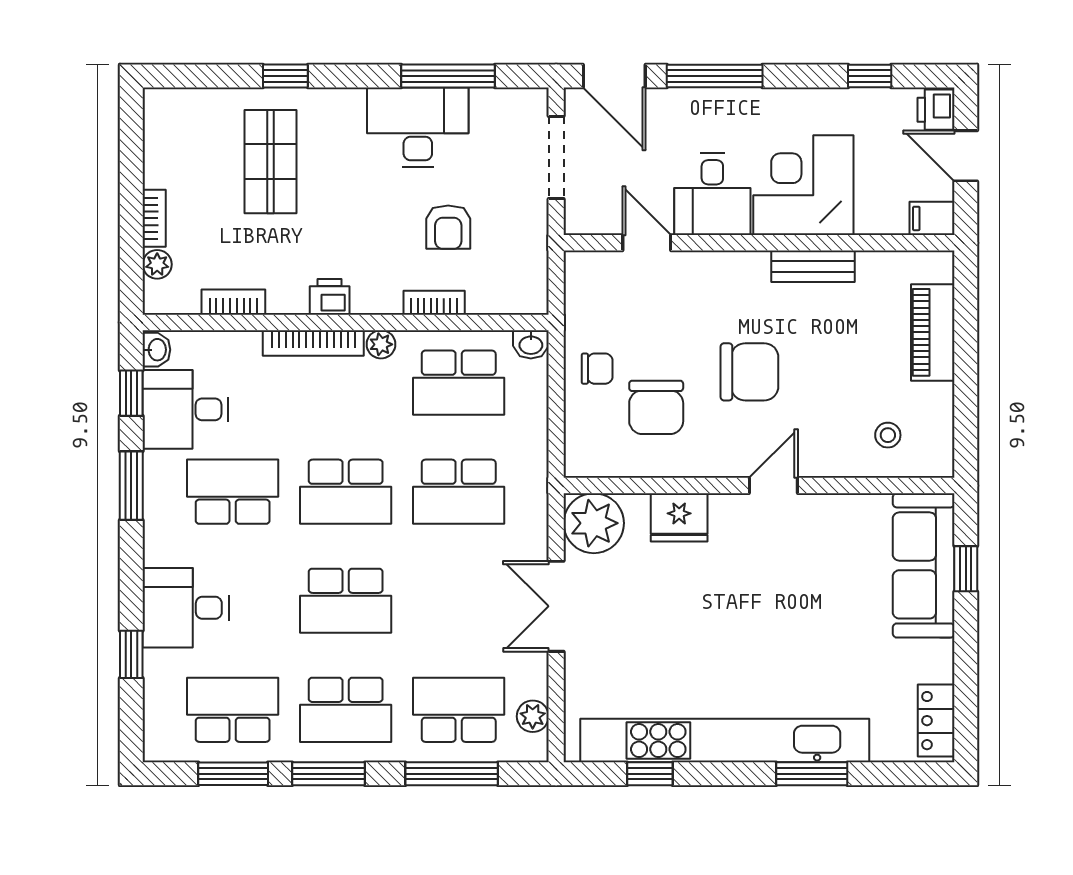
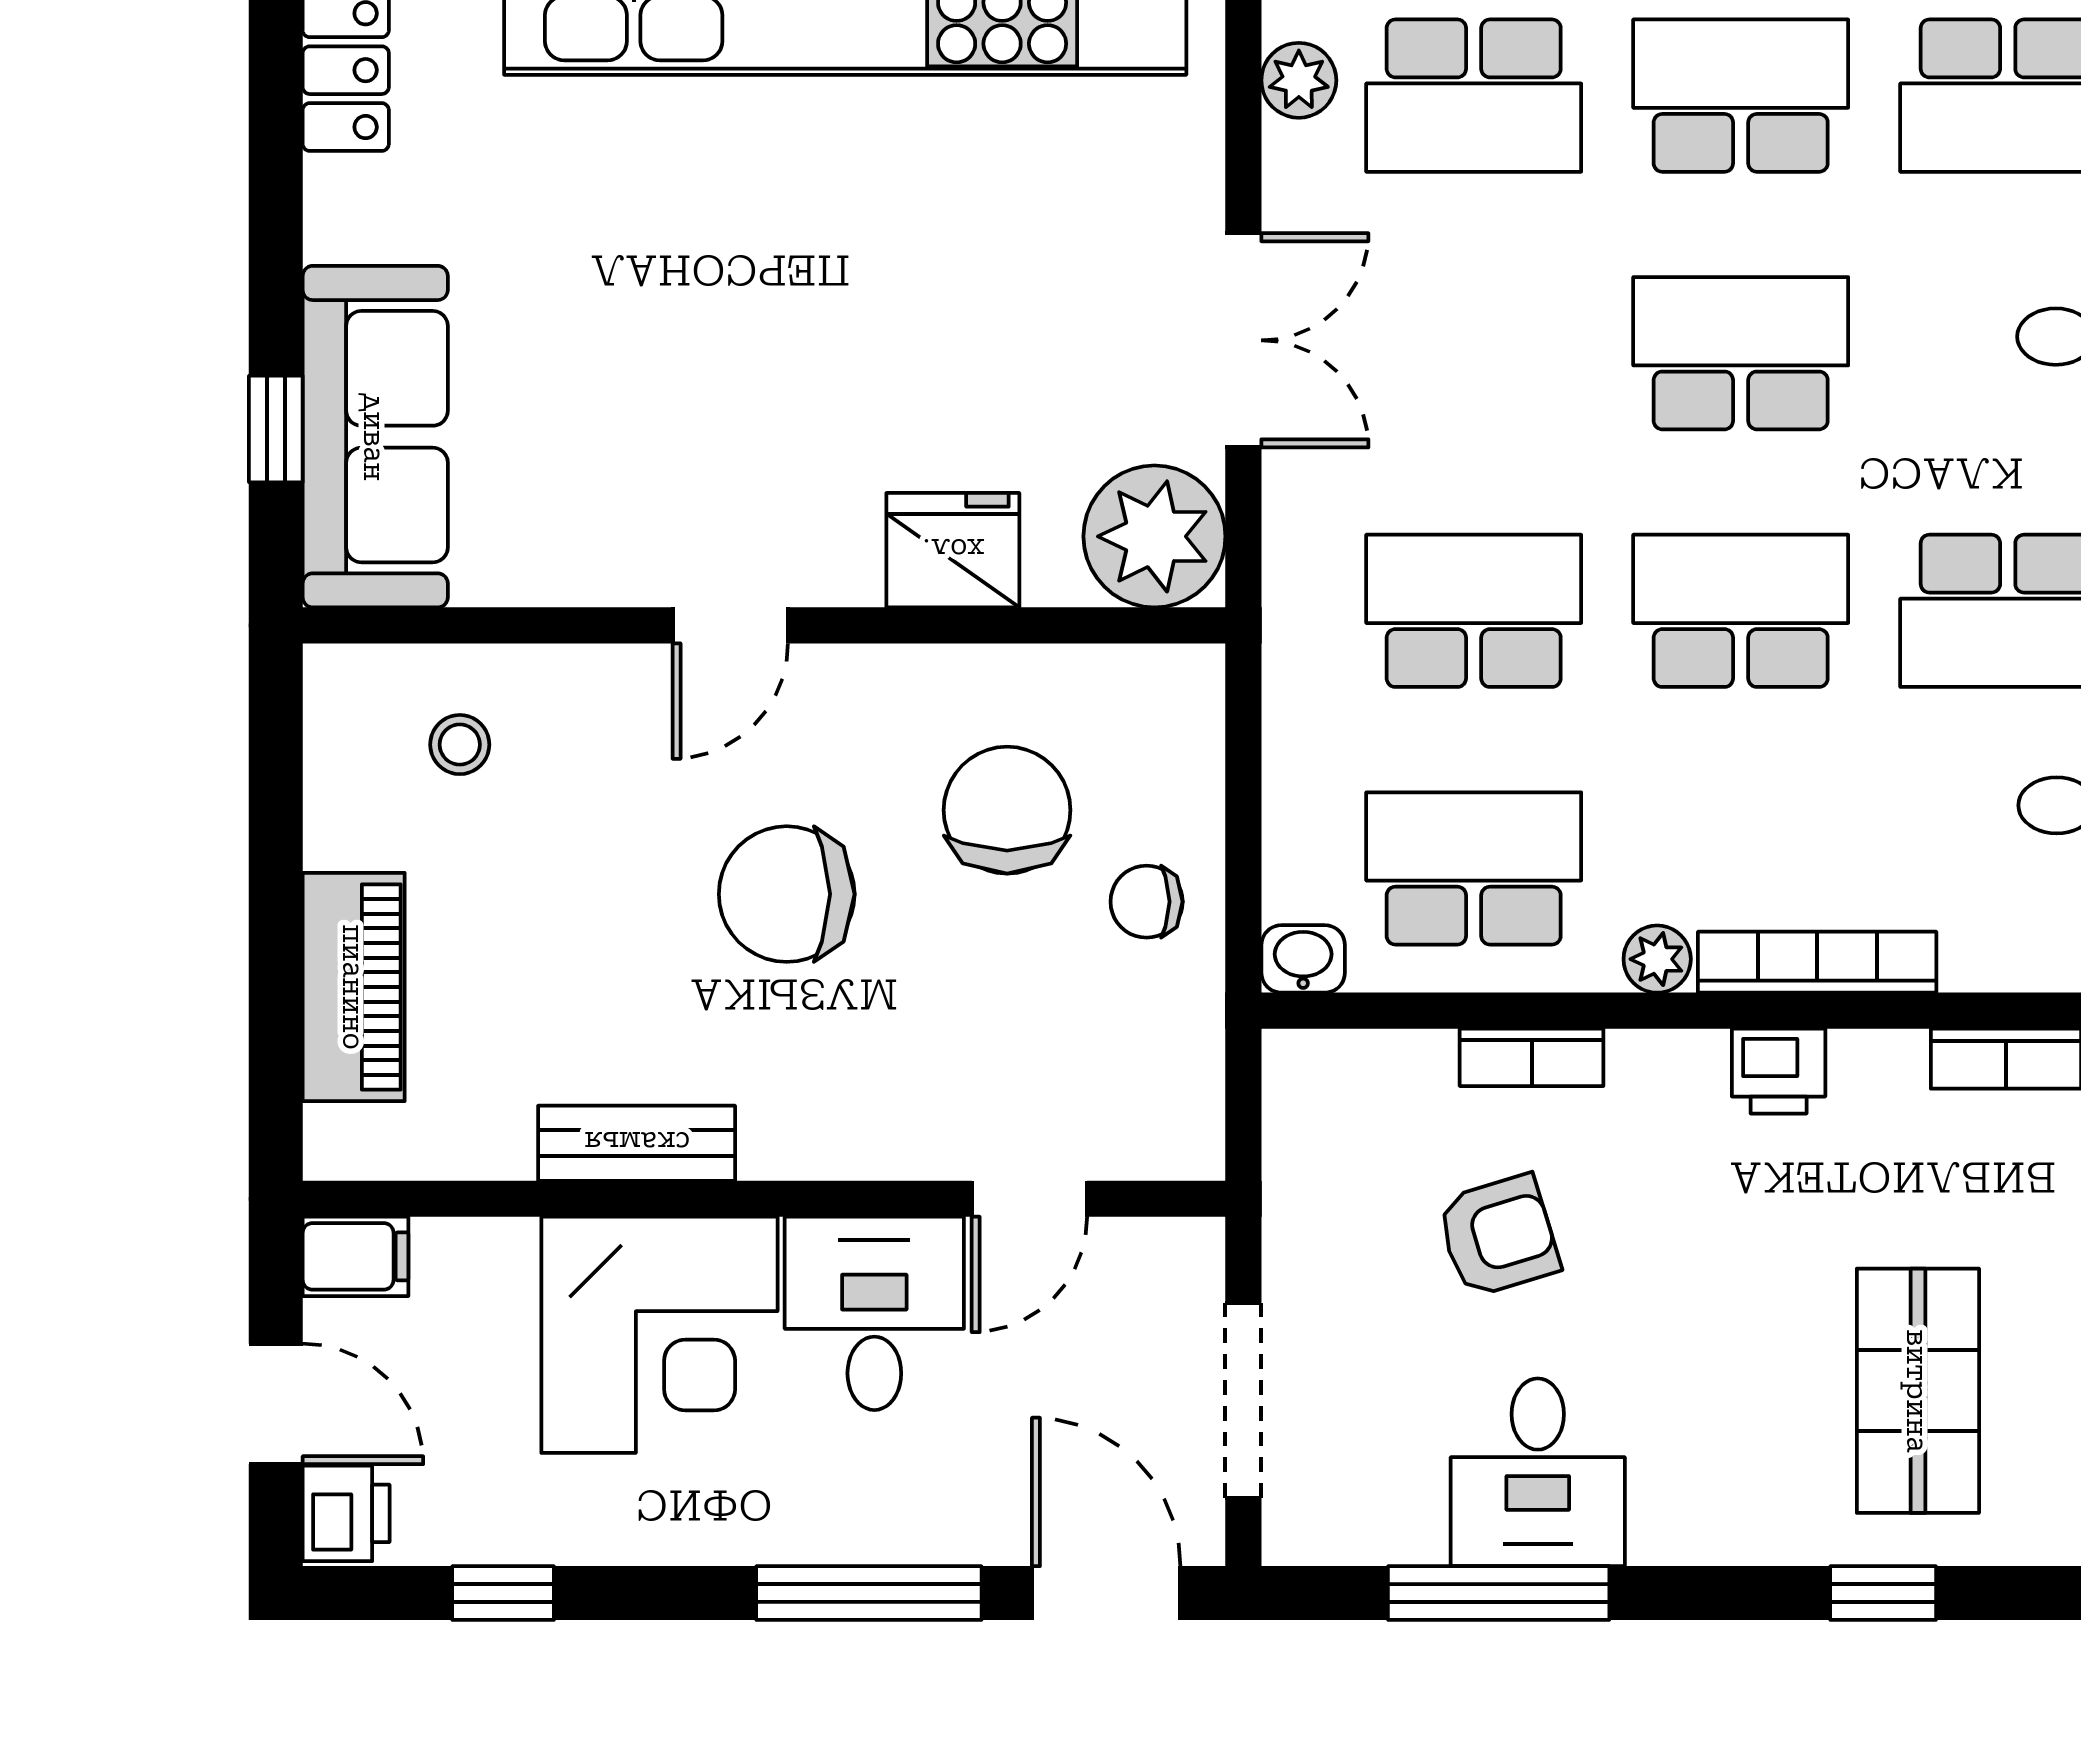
desk: (418, 127) -> (1538, 1472), width x0.73
armchair: (448, 227) -> (1498, 1236), turned 73
door: (647, 243) -> (1029, 1199), hinge flipped

